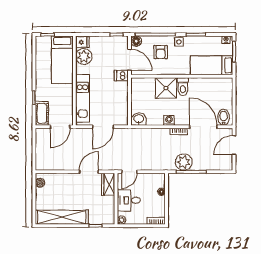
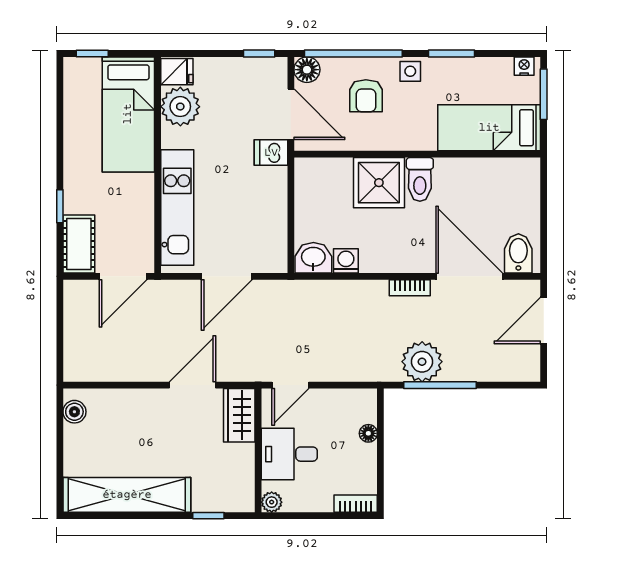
washing machine: (169, 120) -> (346, 261), moved

